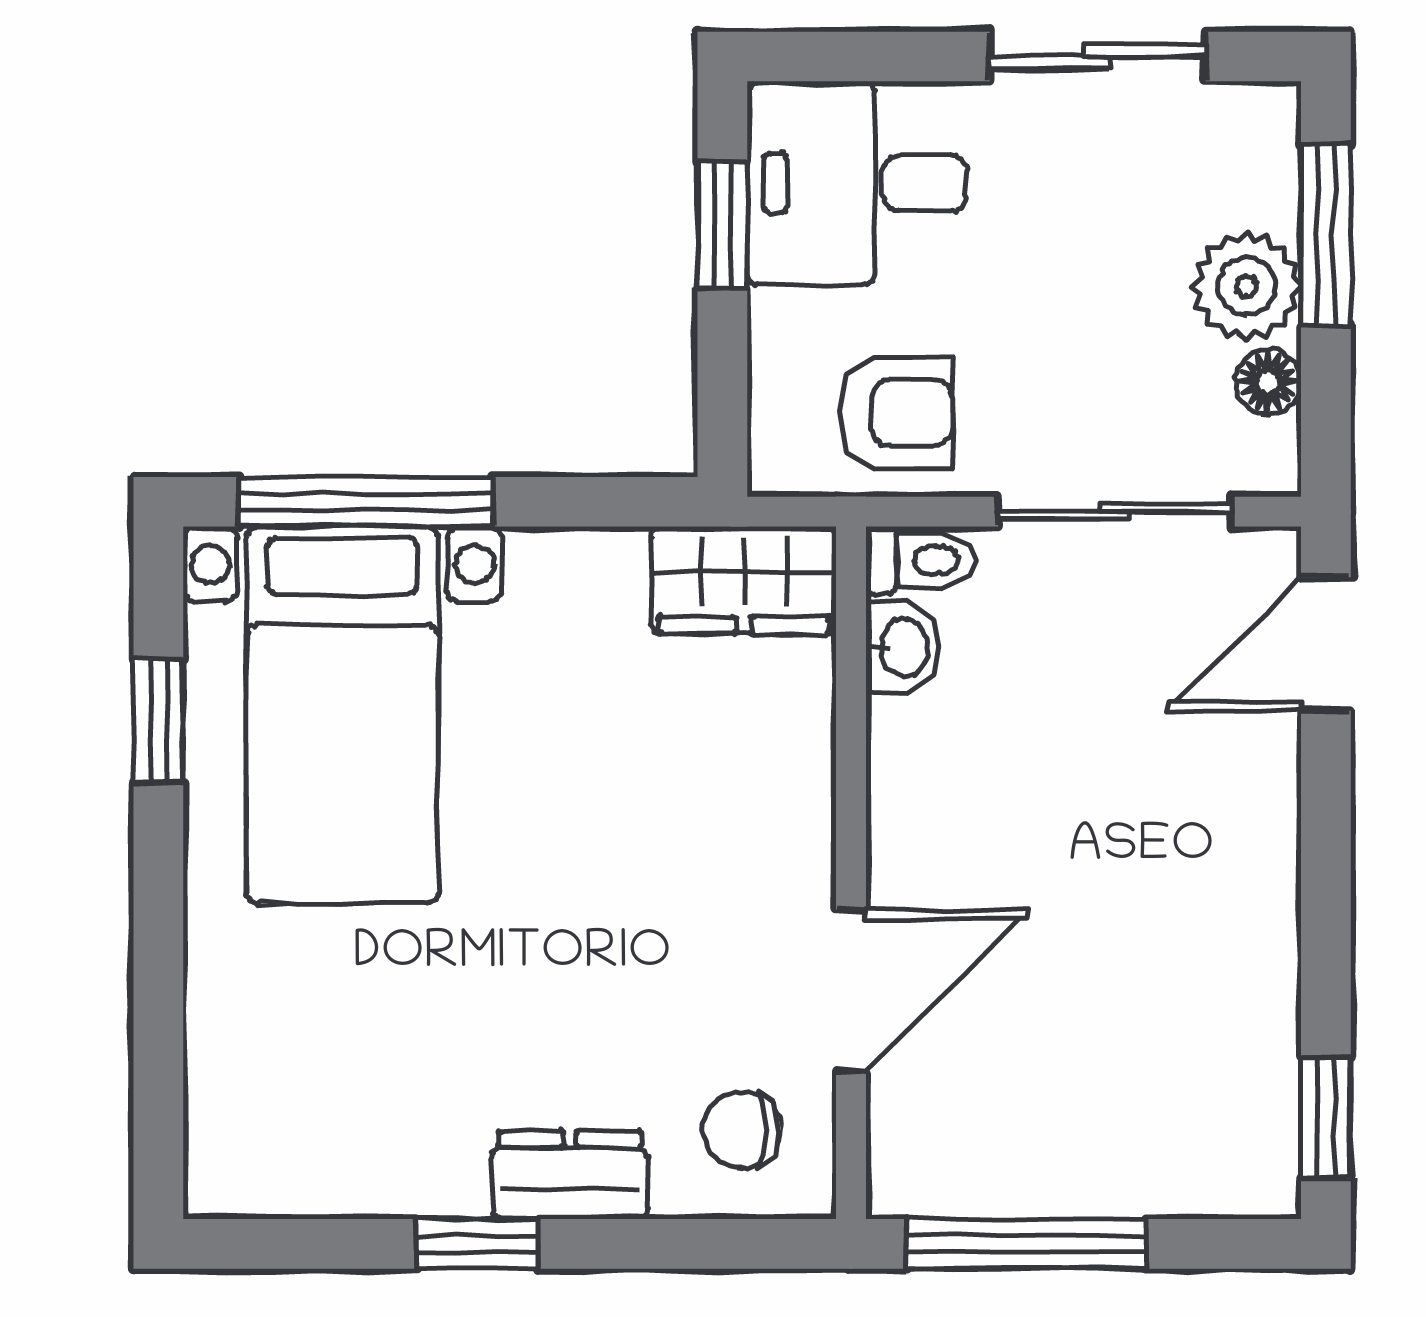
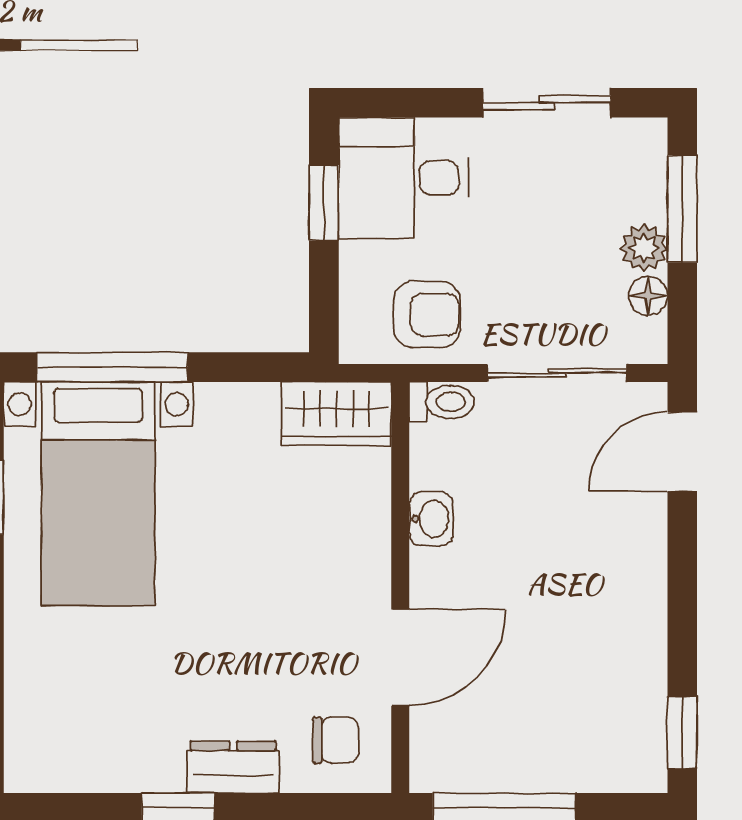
plant: (1246, 286) -> (644, 248), width x0.73, depth x0.73
washbasin: (903, 647) -> (431, 519), moved
chair: (742, 1130) -> (336, 740), turned 180

